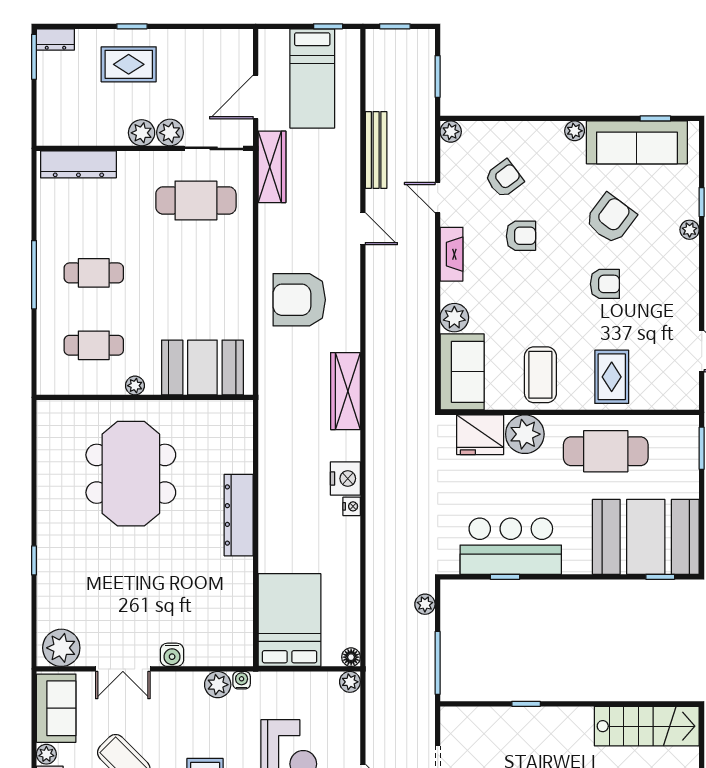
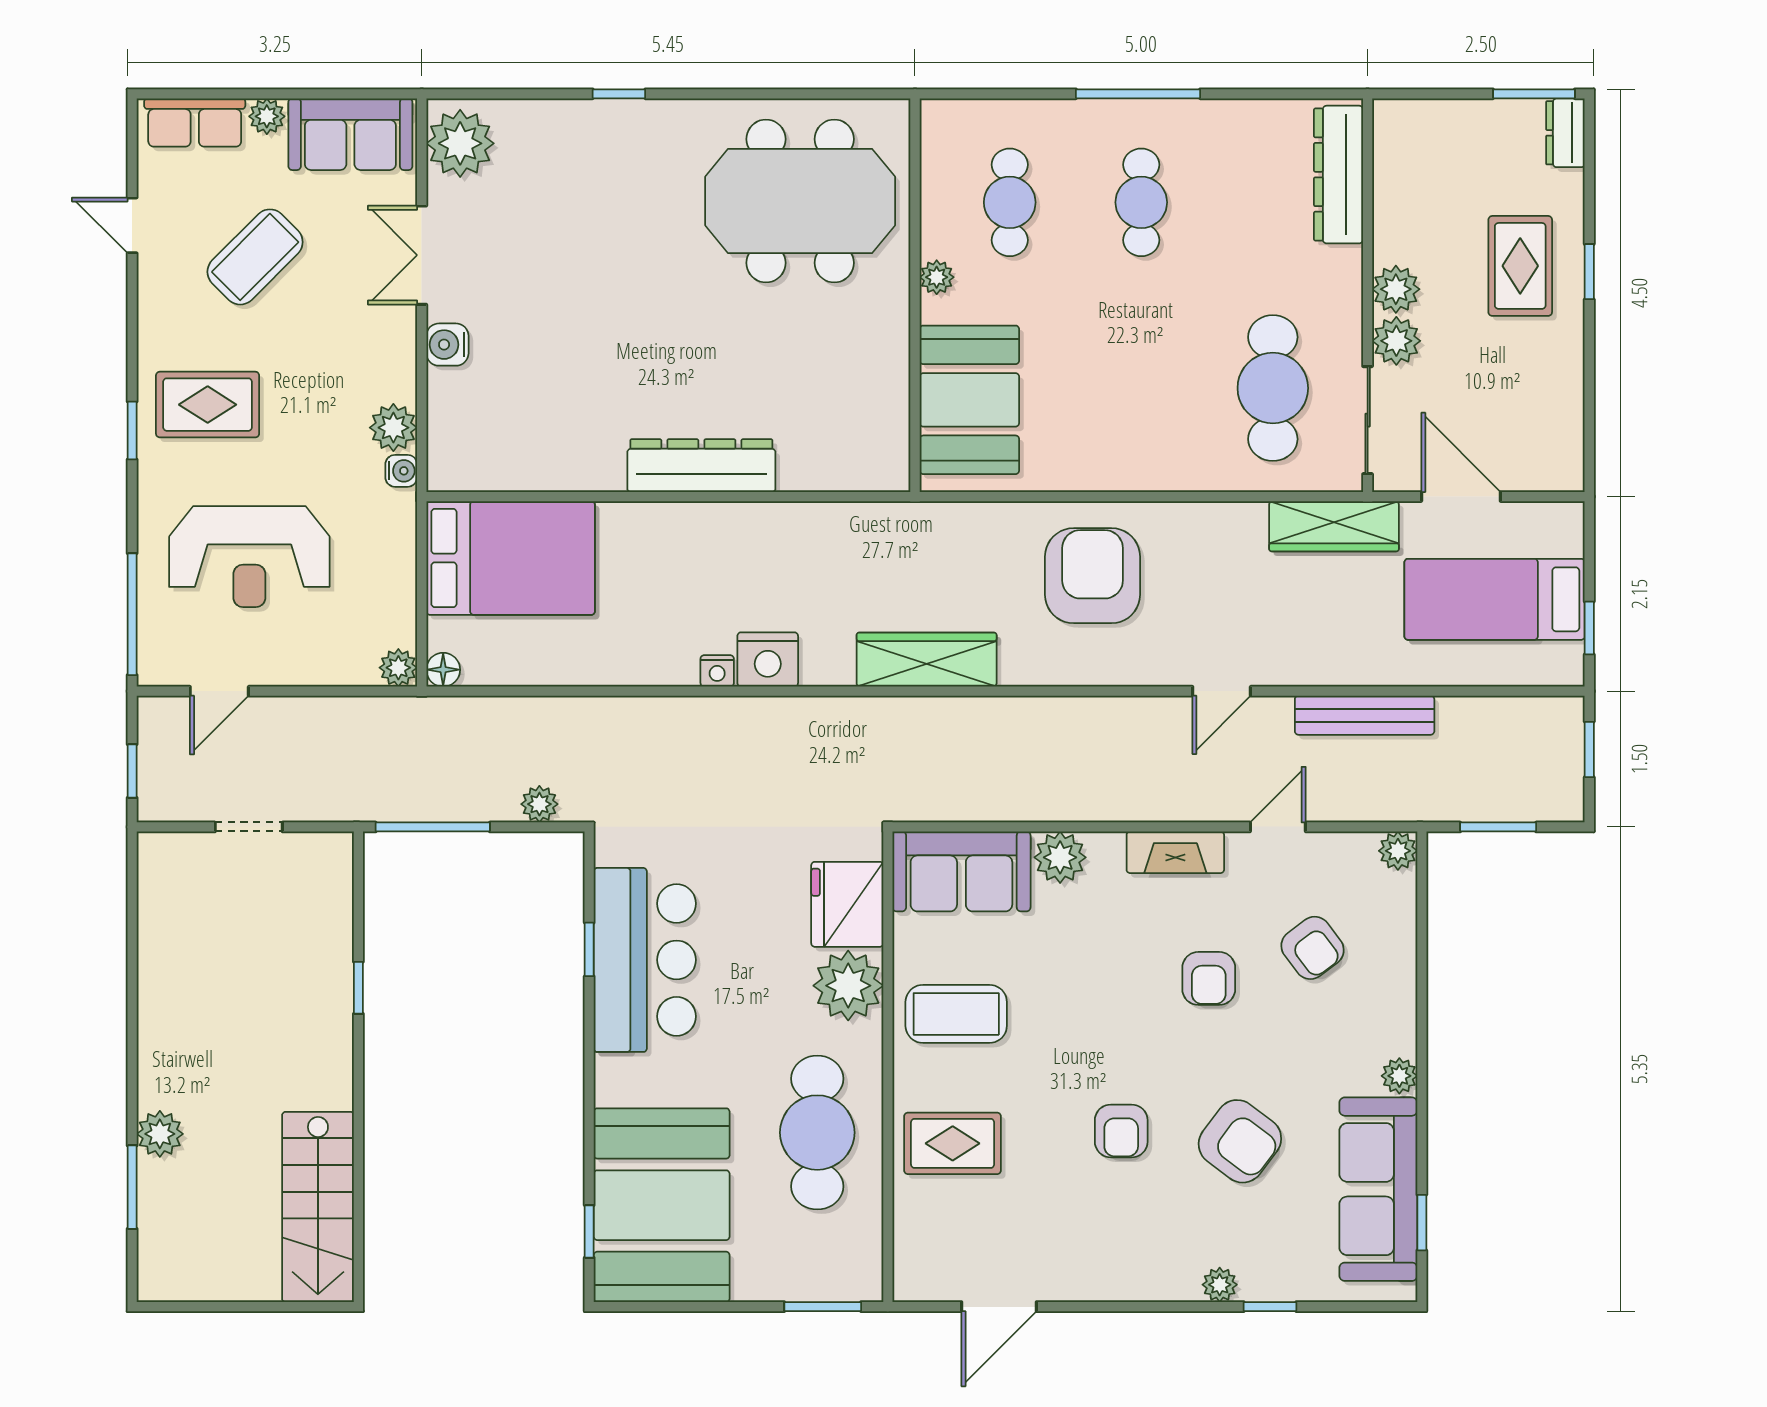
meeting table: (131, 474) -> (800, 201), moved

